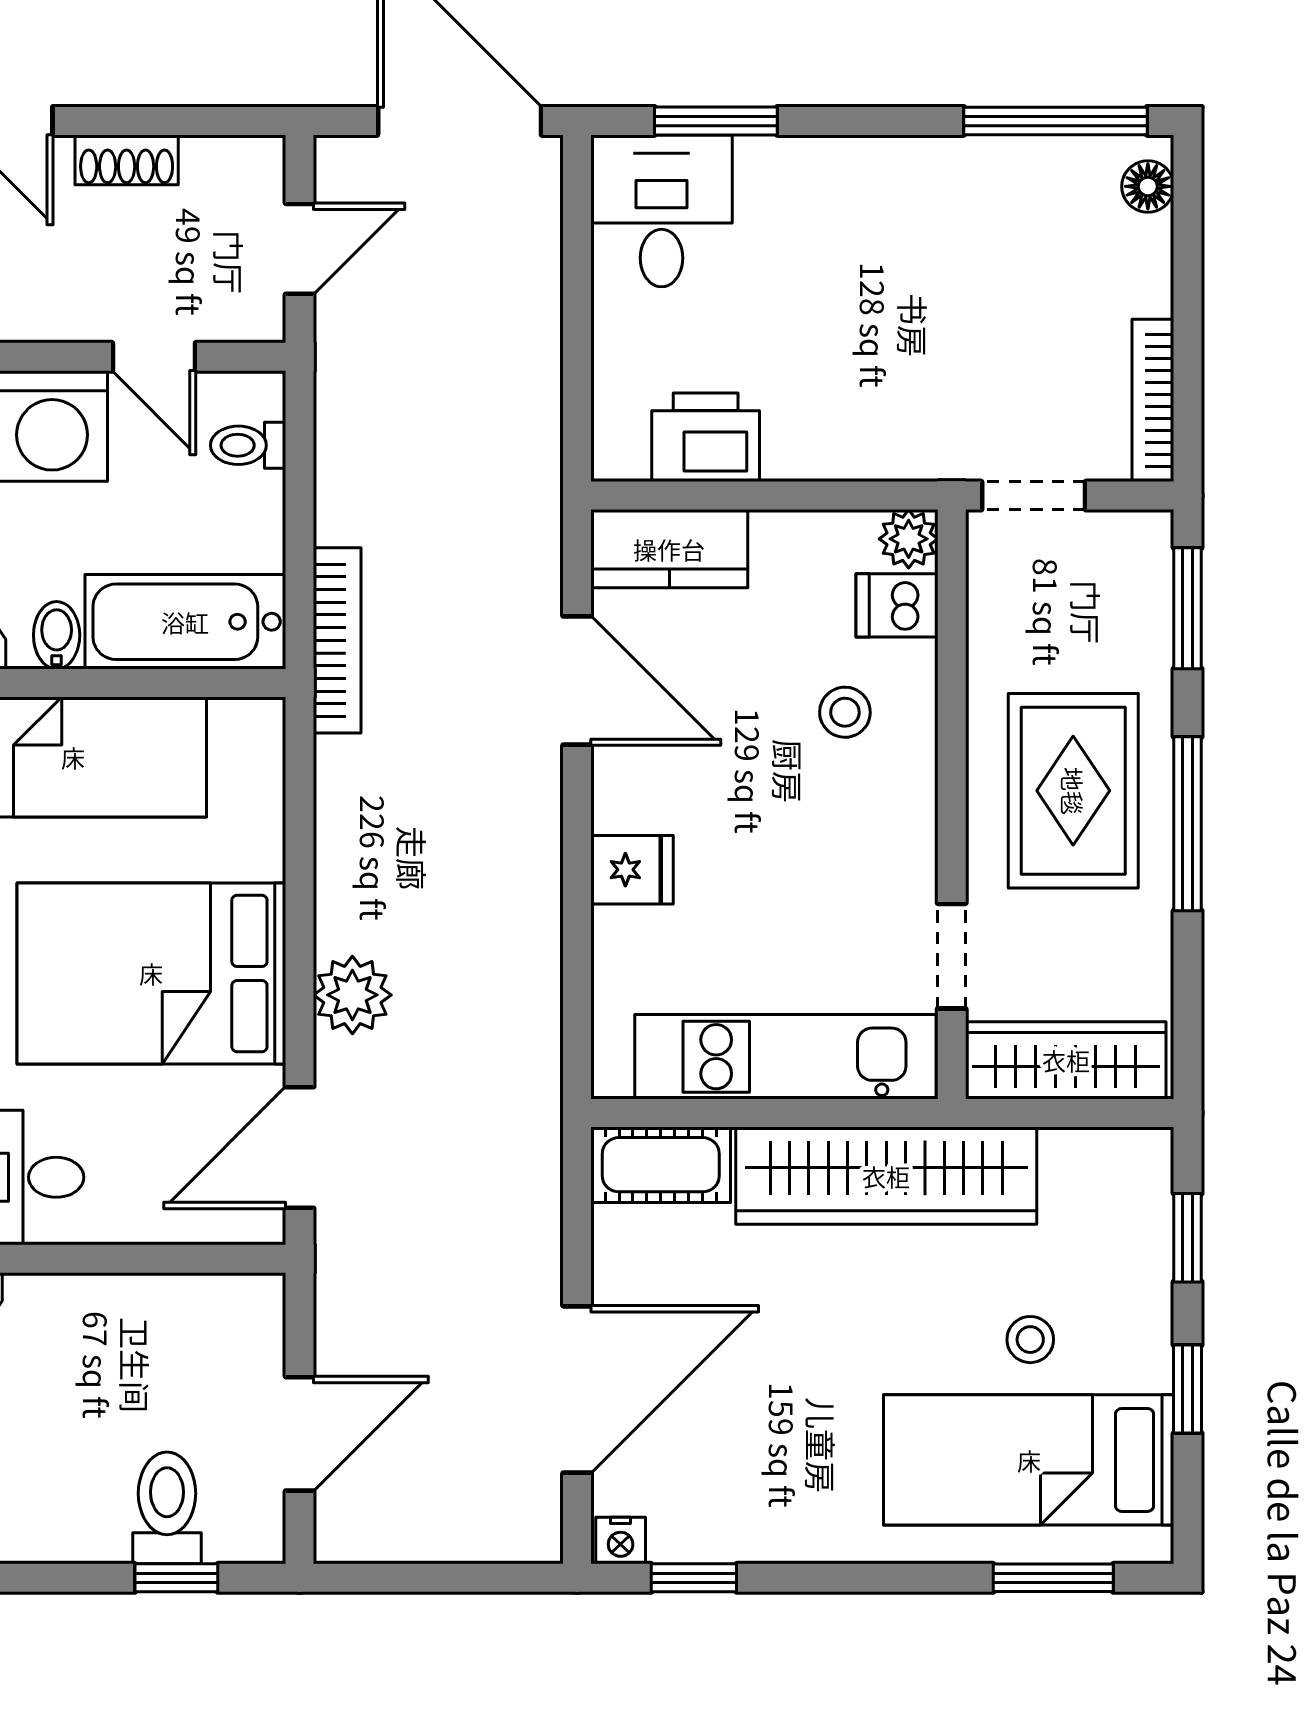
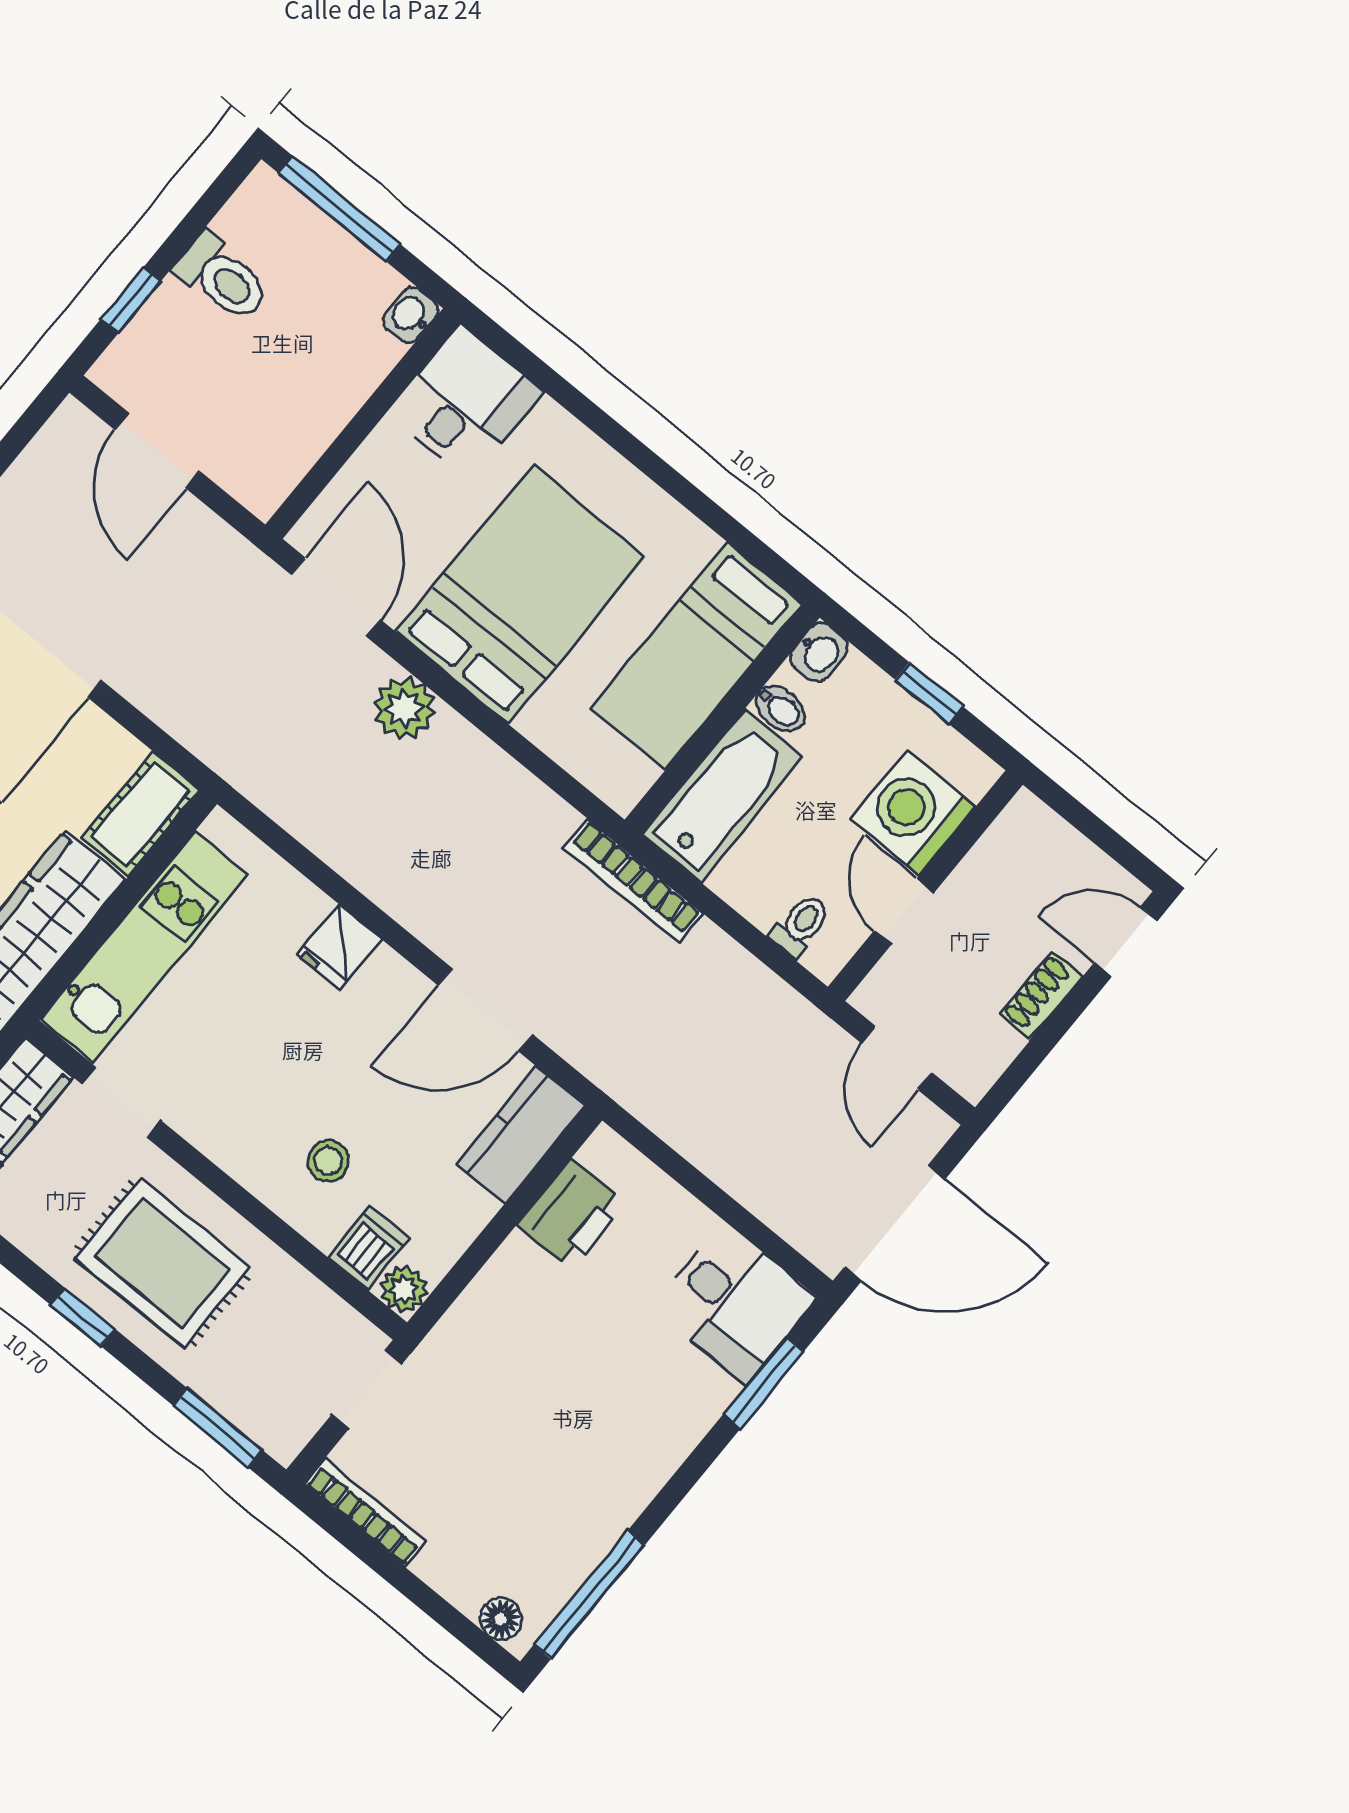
door: (154, 357) -> (904, 912), hinge flipped
window: (1188, 824) -> (83, 1317), width x0.46
toilet: (167, 1508) -> (222, 278), moved

